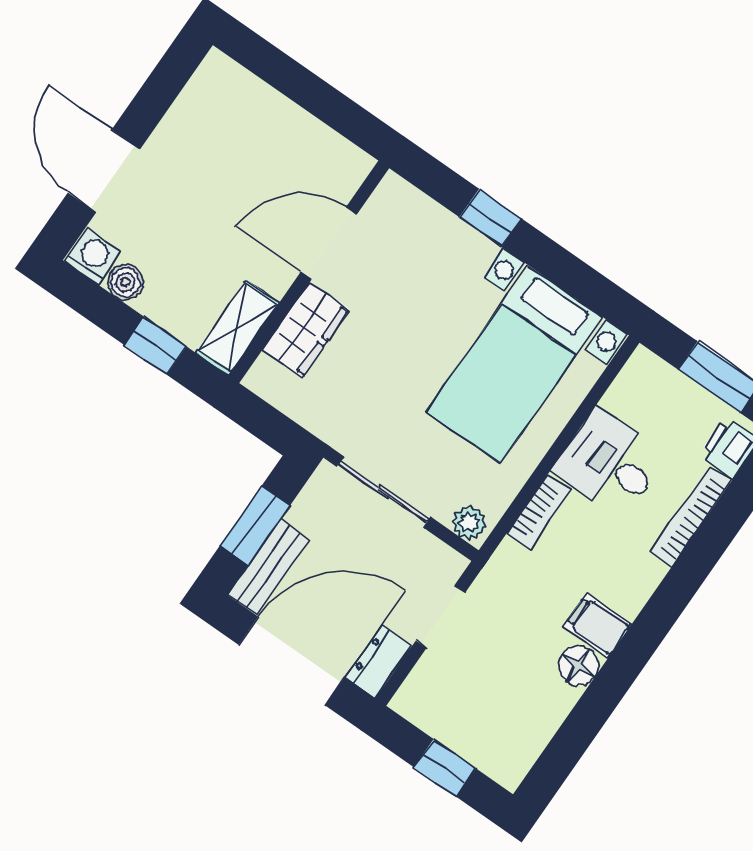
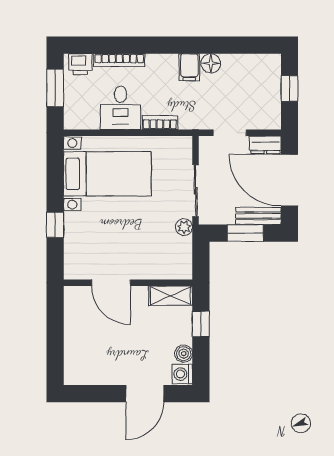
wardrobe: (306, 330) -> (152, 268), removed
plant: (469, 523) -> (184, 227), moved

